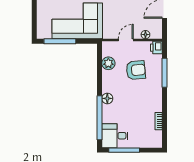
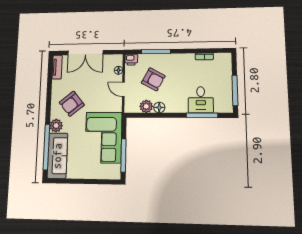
armchair: (136, 70) -> (153, 79), turned 124
floor lamp: (107, 98) -> (159, 107), moved
window: (99, 118) -> (202, 115), width x0.68
desk: (115, 136) -> (201, 100), moved

